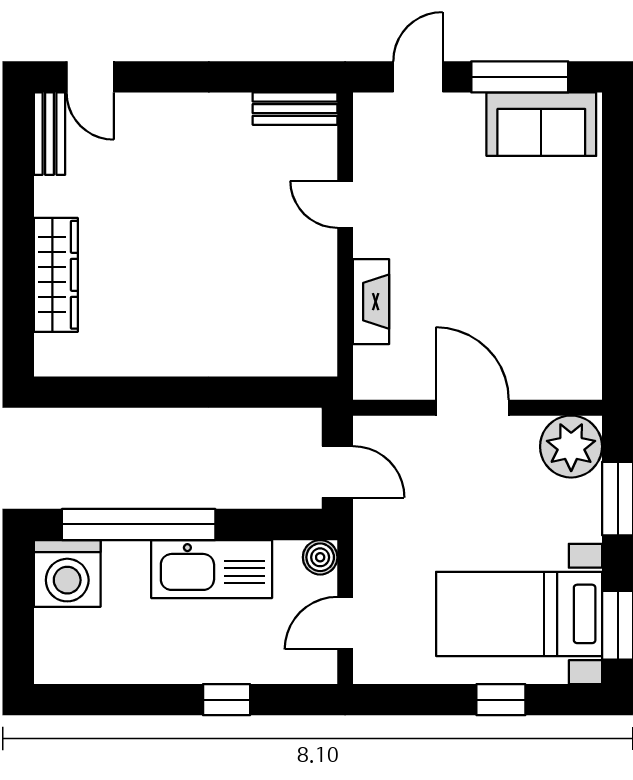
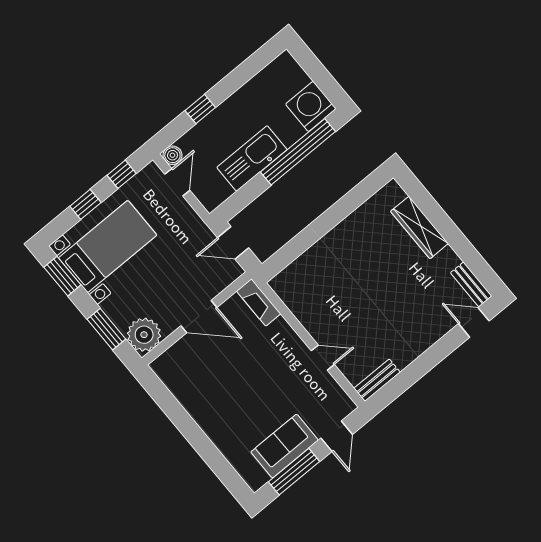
sofa: (541, 124) -> (285, 446), moved
fireplace: (371, 302) -> (259, 302), moved
boiler: (320, 557) -> (172, 155), moved
window: (415, 700) -> (122, 174), added

